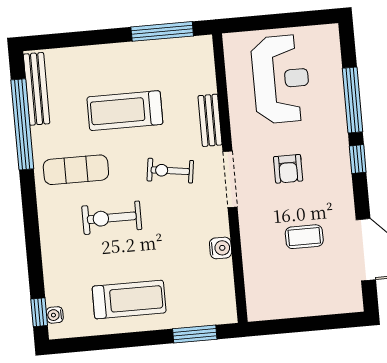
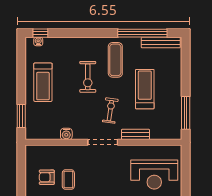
armchair: (288, 169) -> (47, 177), moved
exercise bike: (112, 218) -> (88, 77), turned 180

